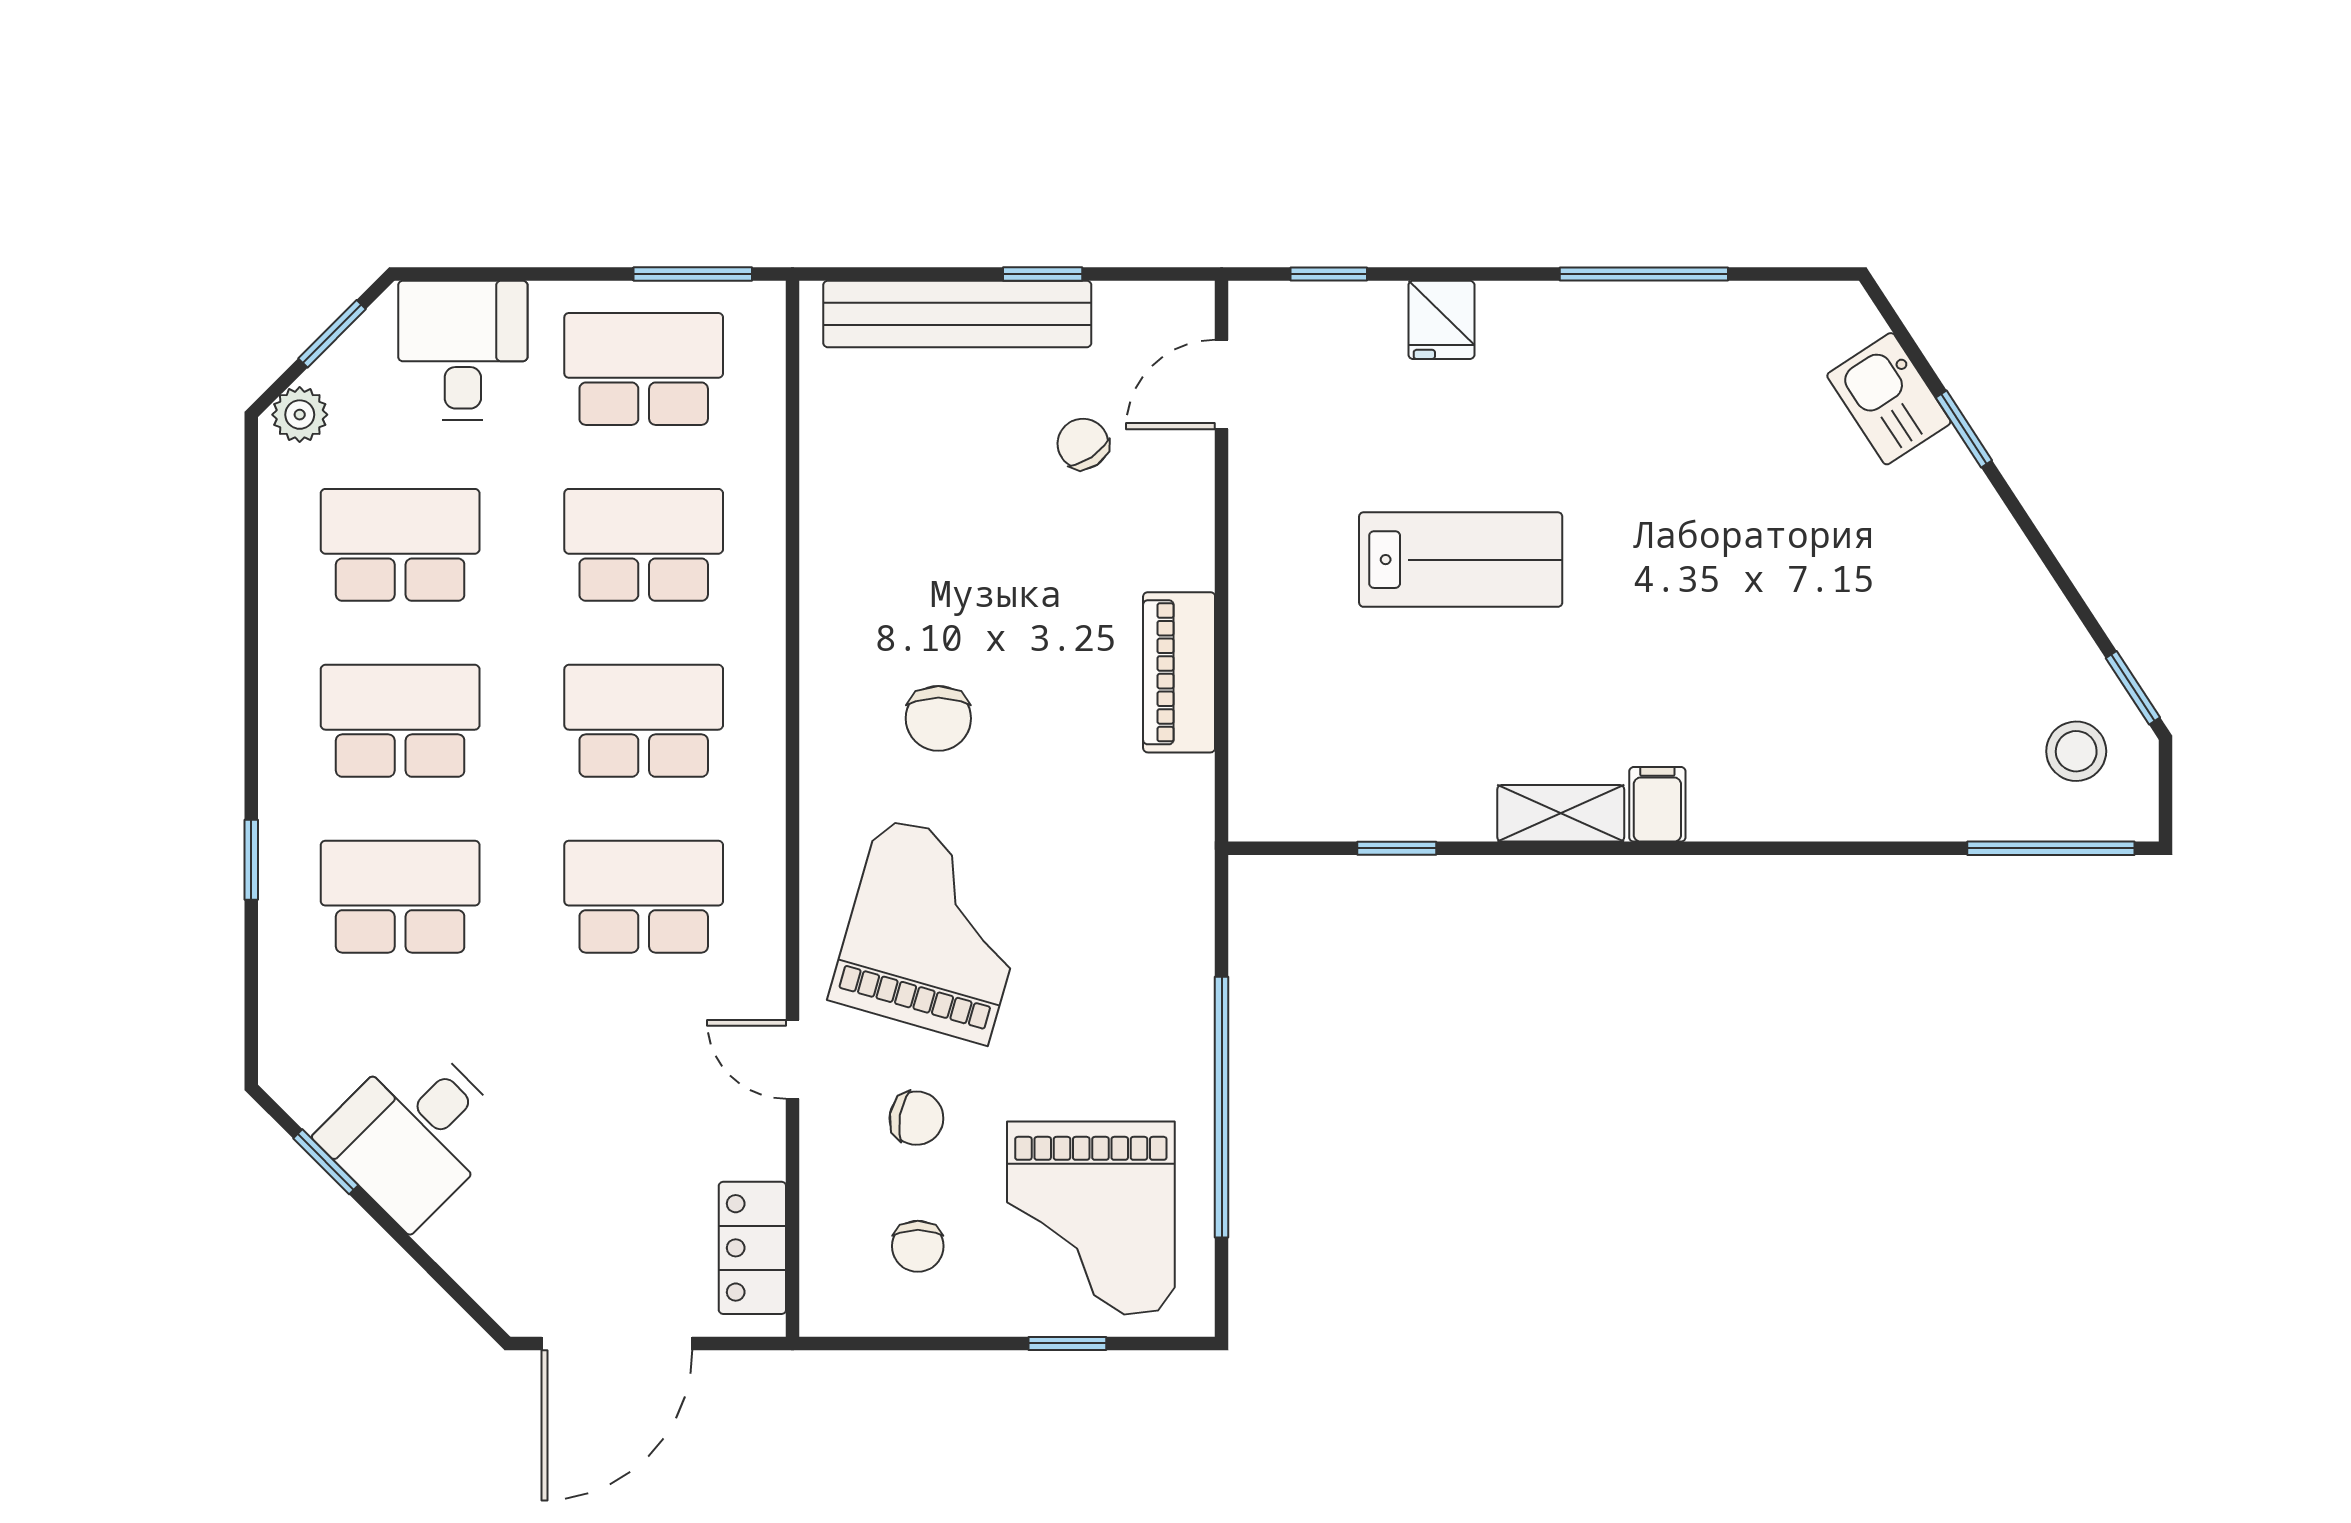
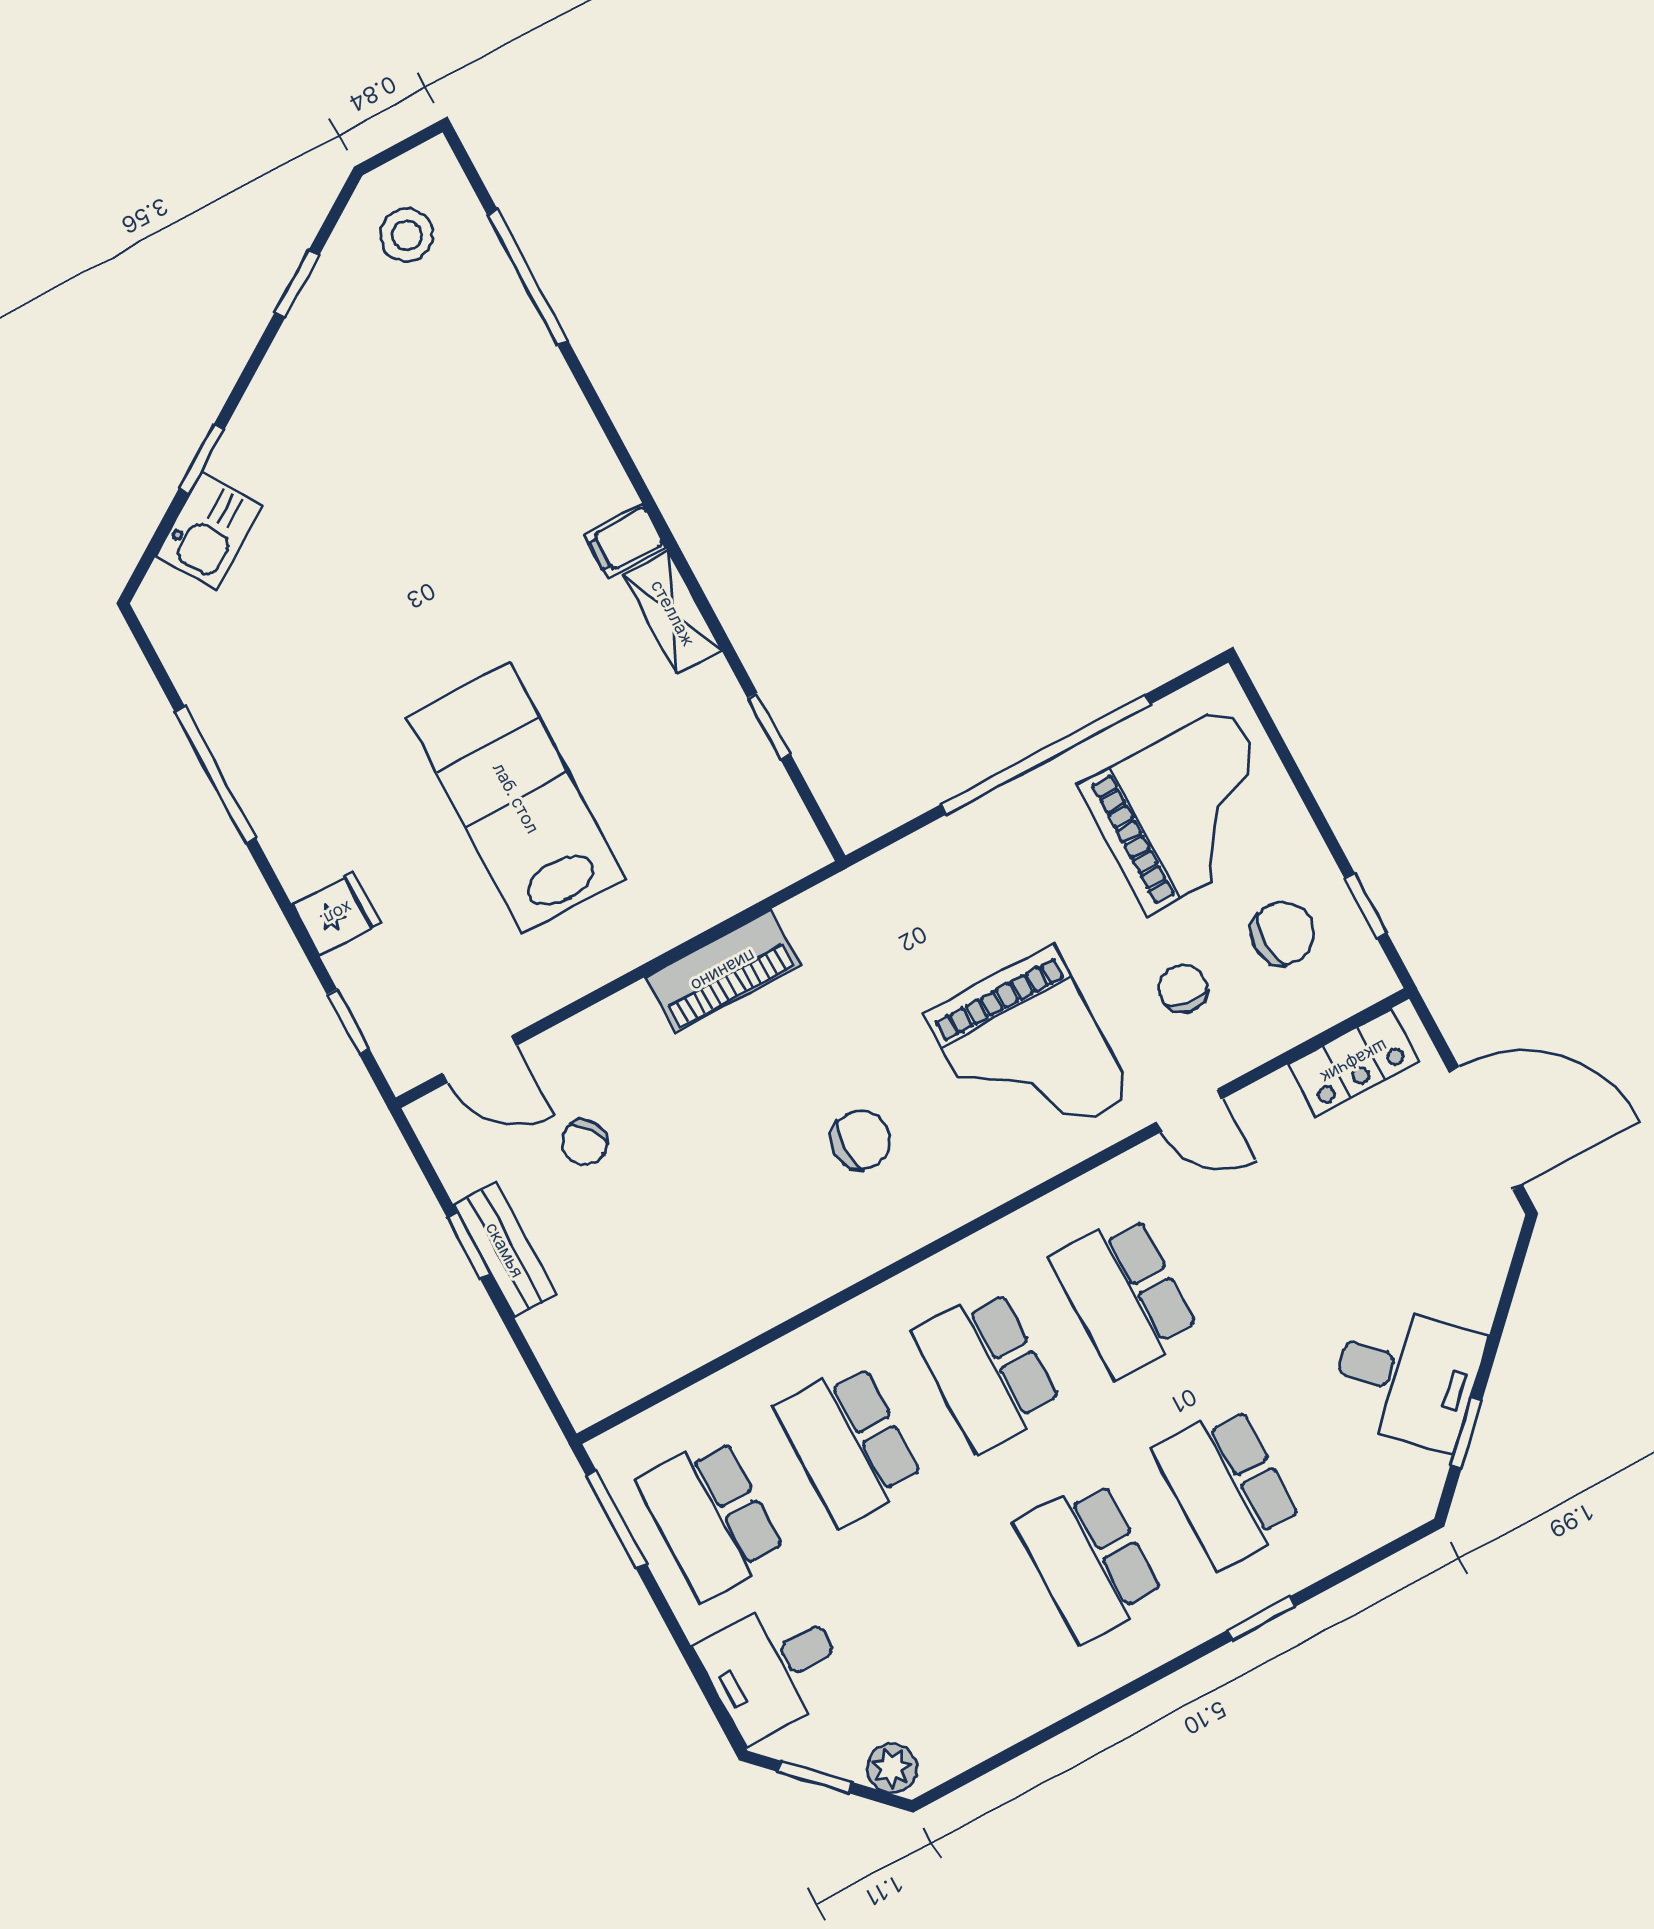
bench: (957, 314) -> (505, 1250), width x0.54, depth x0.82
school desk: (400, 545) -> (952, 1635), removed
lab bench: (1461, 560) -> (516, 798), width x1.36, depth x1.39
window: (2133, 688) -> (297, 283), moved
window: (2051, 848) -> (528, 278), moved
grand piano: (934, 930) -> (1029, 1054), turned -106
door: (793, 1059) -> (1189, 1110), hinge flipped
chair: (918, 1246) -> (1283, 934), width x1.37, depth x1.37
window: (1067, 1343) -> (1366, 906), moved

